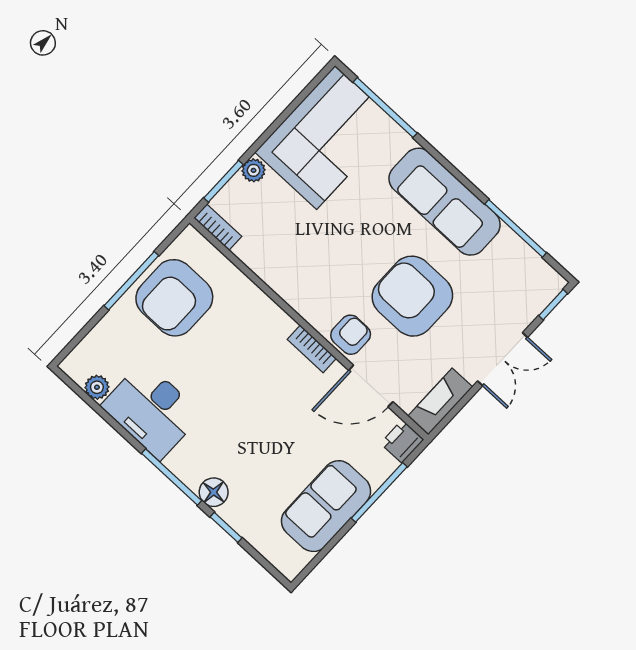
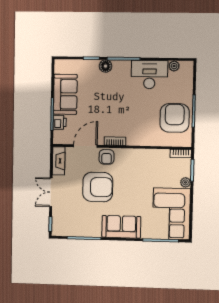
sofa: (445, 202) -> (121, 227), width x0.73
printer: (402, 441) -> (60, 122), moved

